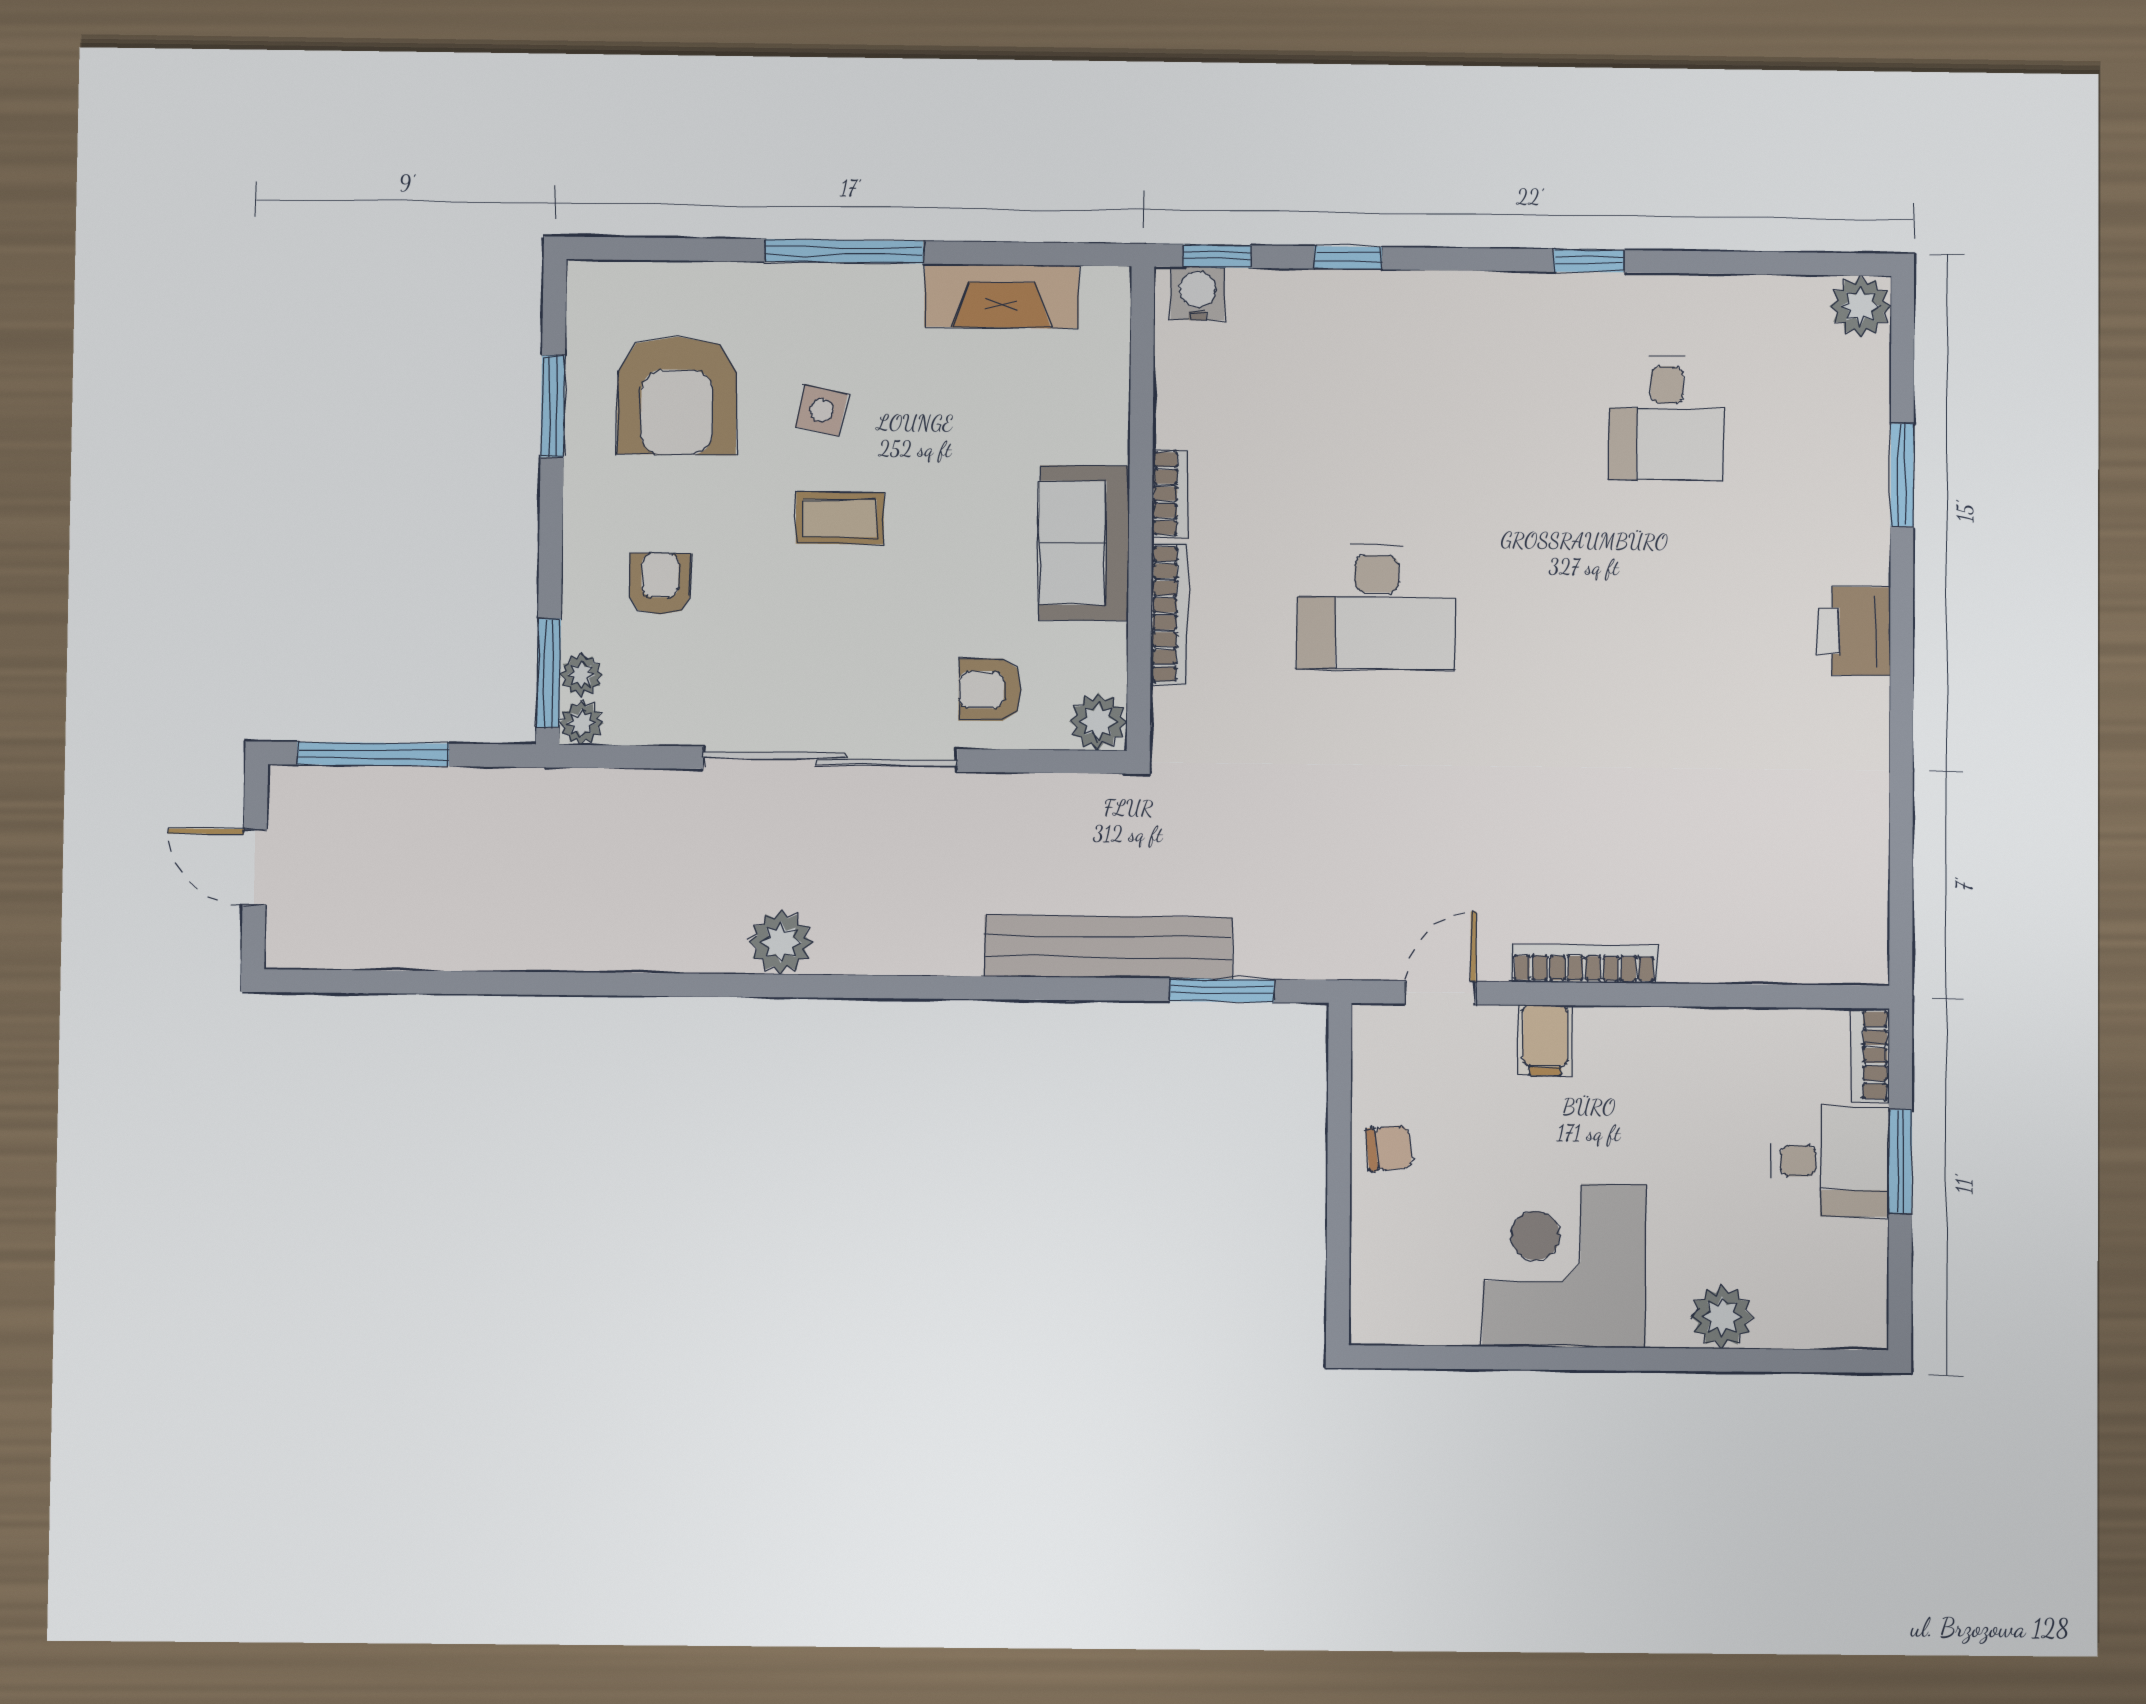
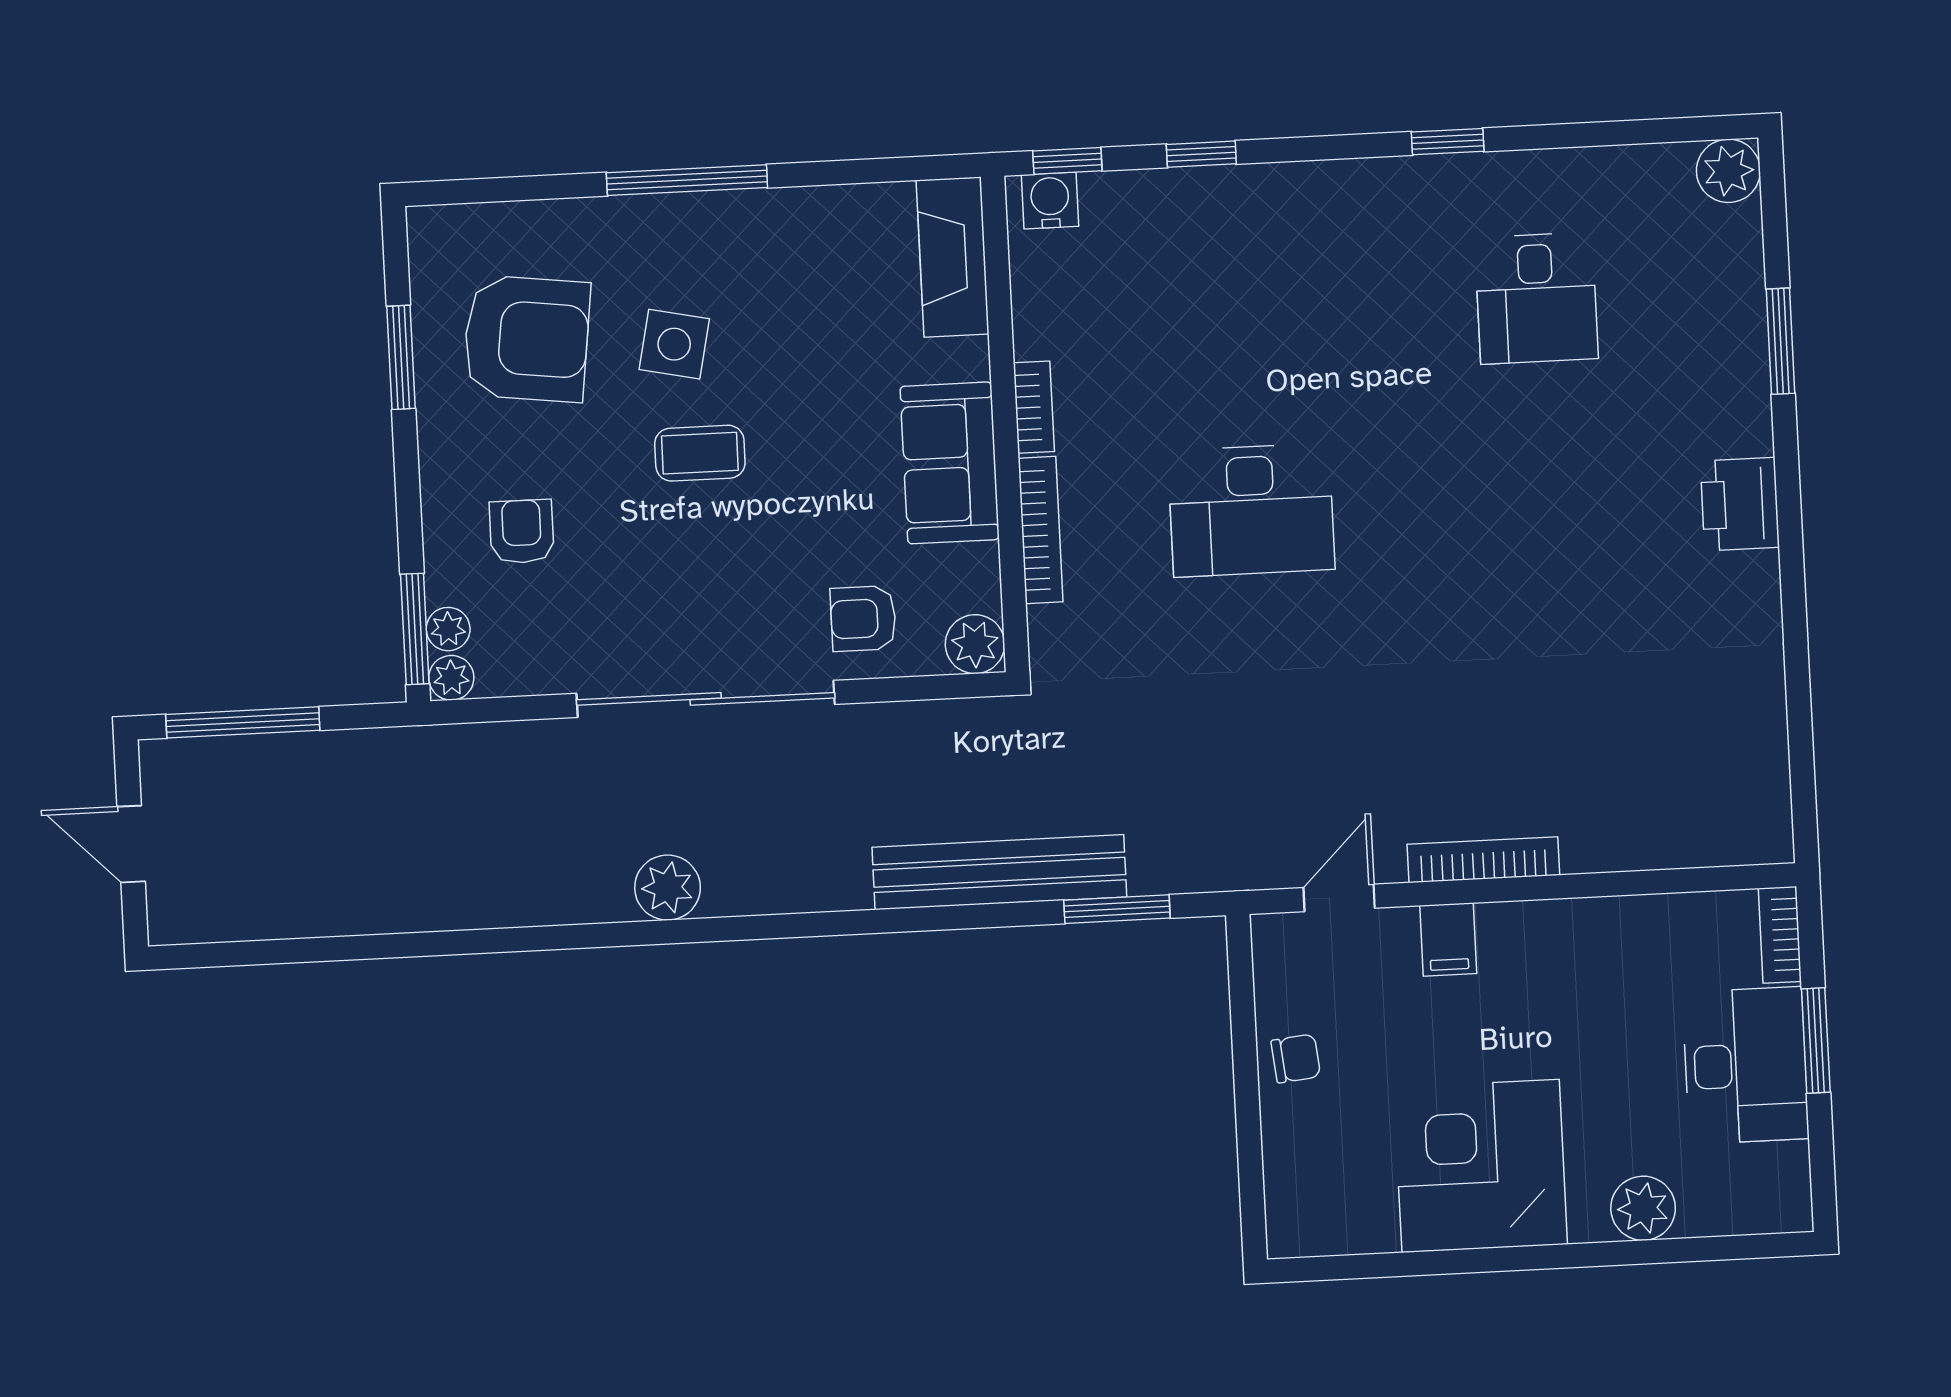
fireplace: (1002, 296) -> (953, 257), moved, turned 90
armchair: (677, 396) -> (526, 339), turned -83
side table: (821, 410) -> (674, 344), width x1.37, depth x1.37
desk: (1830, 1161) -> (1745, 1065), width x1.37

